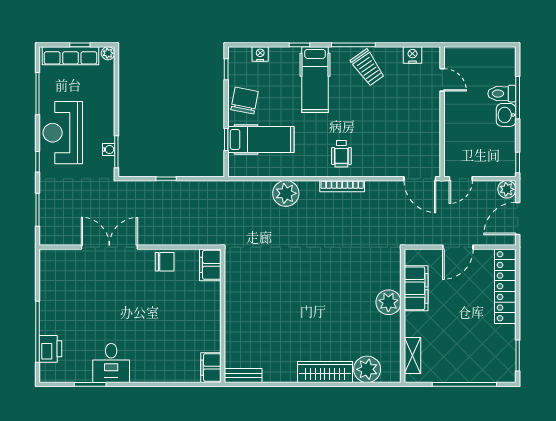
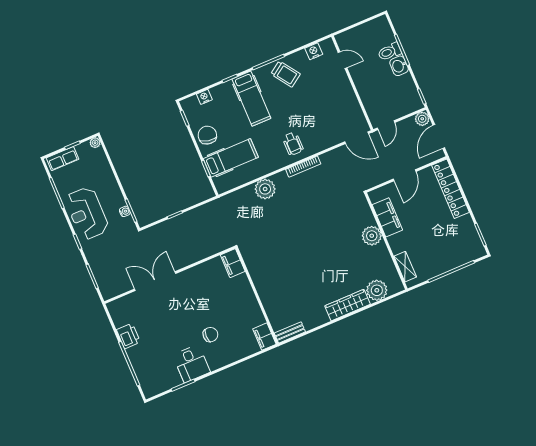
row of seats: (71, 56) -> (62, 159), width x0.68
chair: (165, 262) -> (210, 335), moved
printer: (50, 349) -> (128, 336), moved

